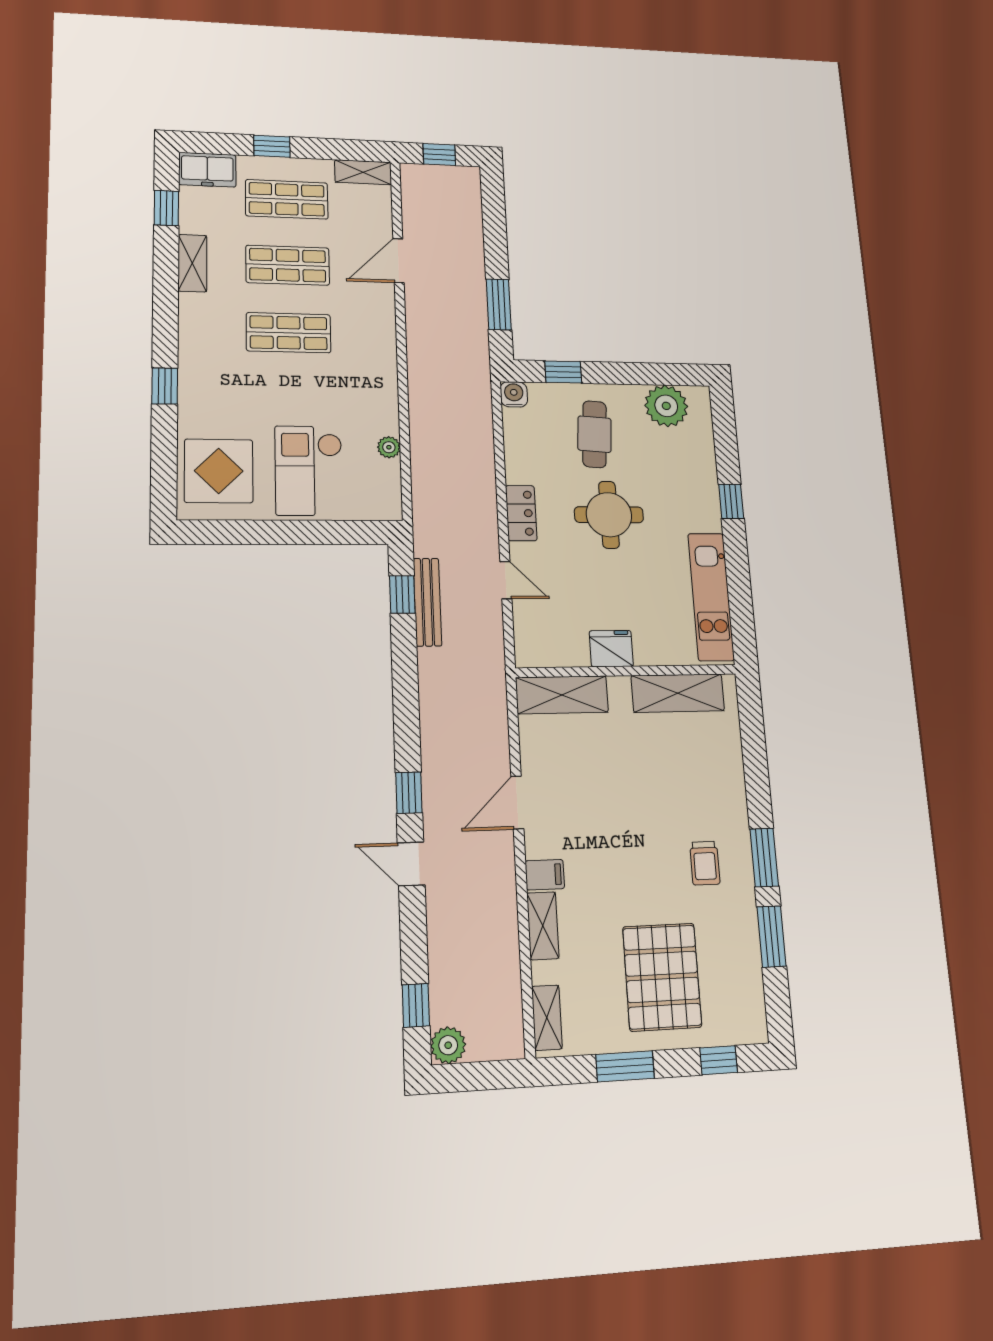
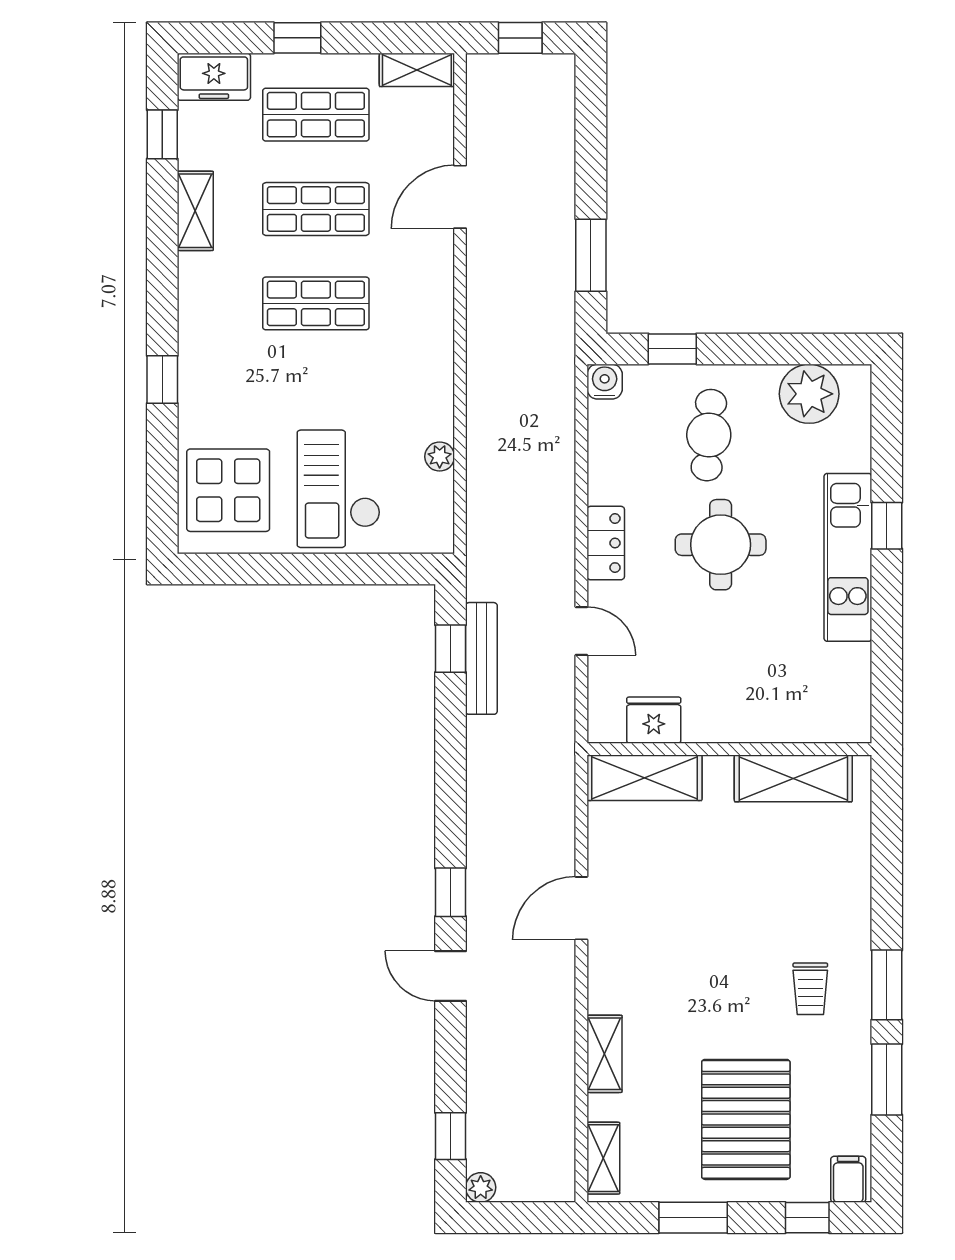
kitchen unit: (711, 597) -> (848, 557), moved
fridge: (611, 649) -> (654, 720), moved
filing cabinet: (545, 875) -> (848, 1179), moved, turned -90
plant: (448, 1045) -> (481, 1187), width x0.73, depth x0.73

